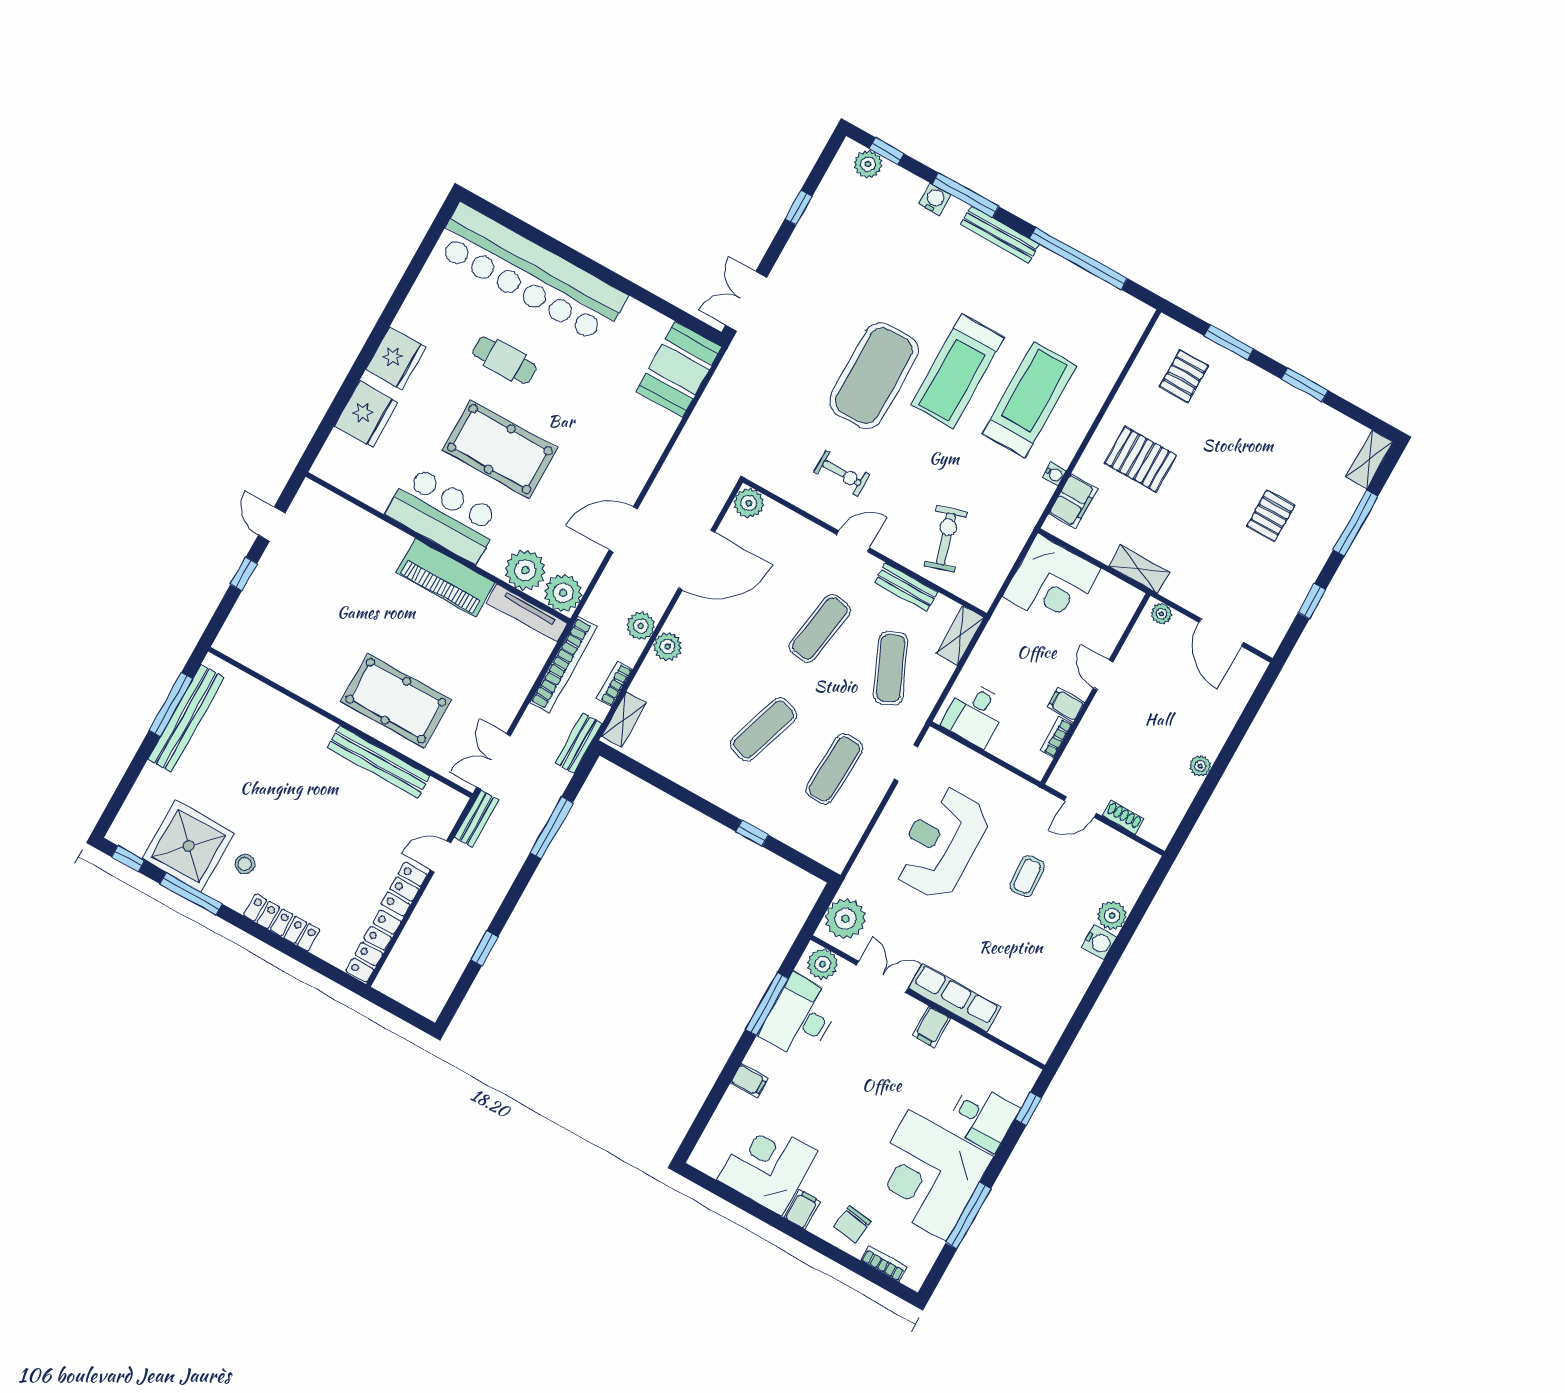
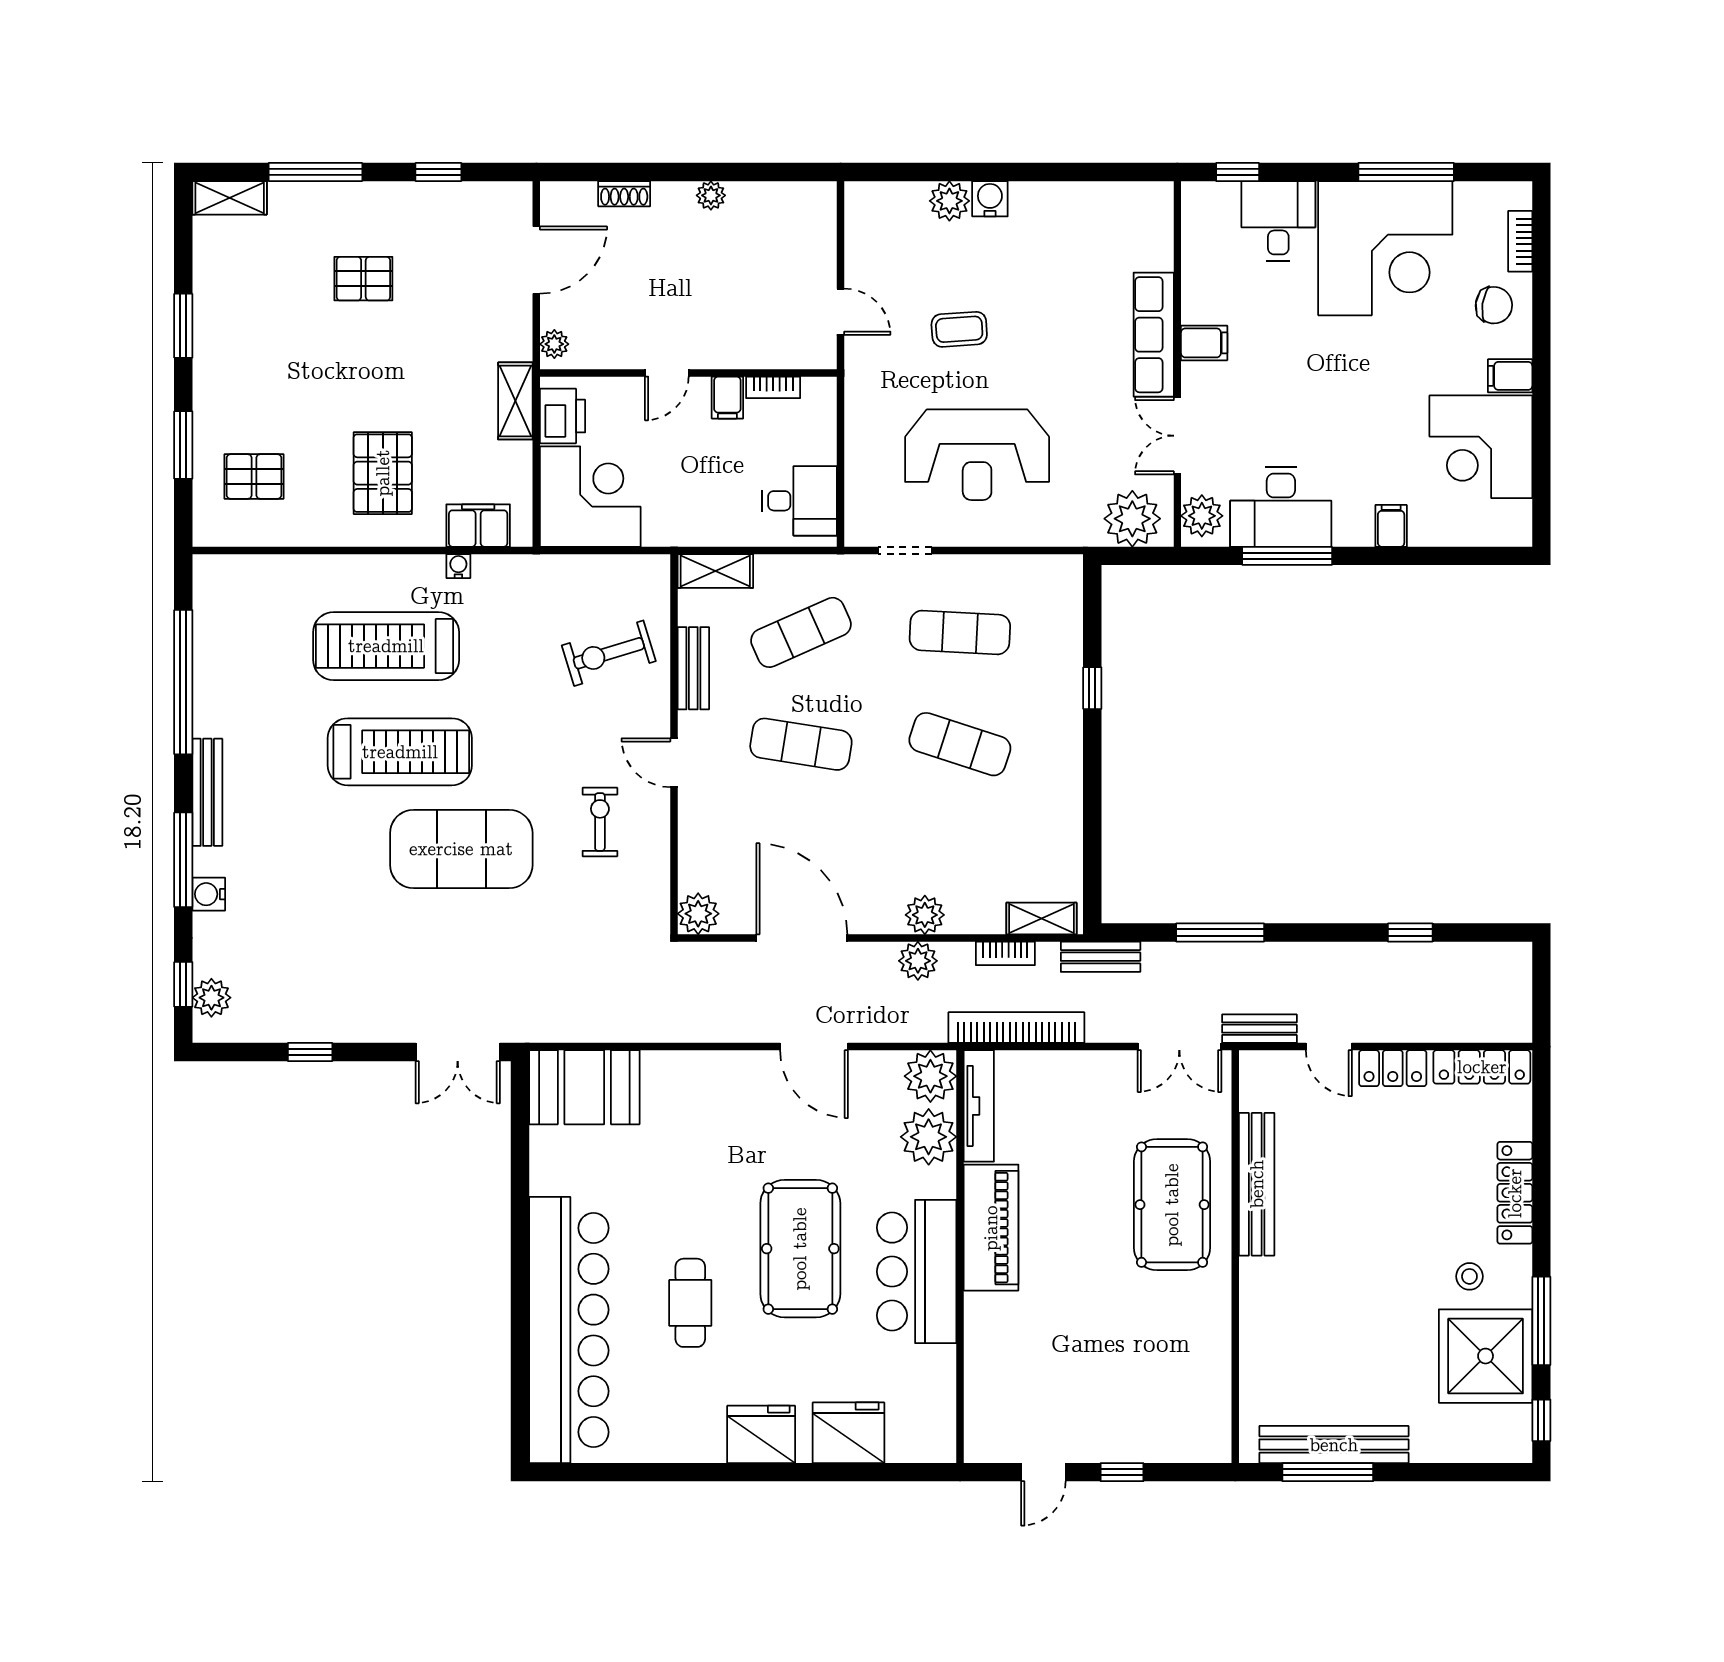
printer: (1113, 594) -> (563, 416), added
shoe rack: (1123, 817) -> (624, 194), moved, turned -90

